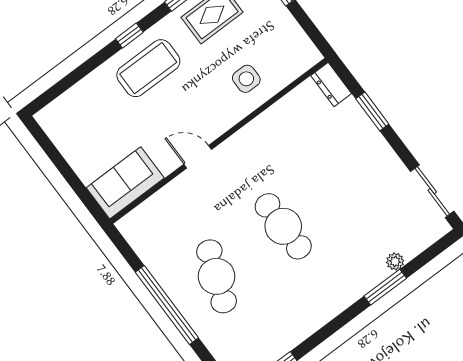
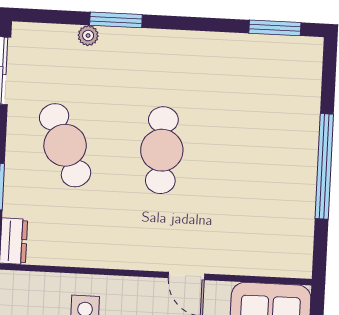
cafe table: (217, 276) -> (65, 145), moved, turned -45

